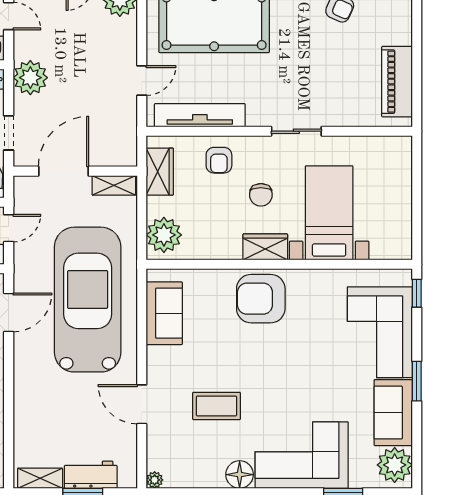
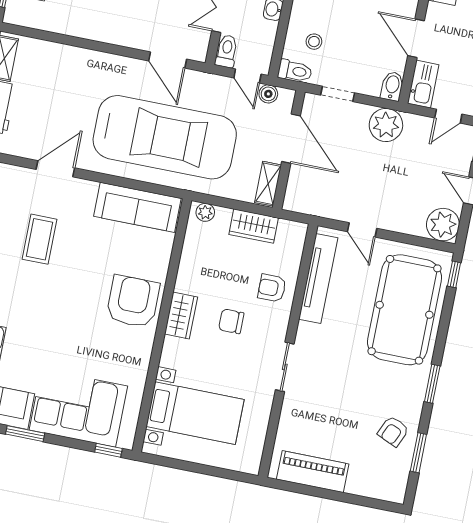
wardrobe: (160, 172) -> (254, 226), moved
boiler: (23, 203) -> (268, 94), added
bed with nightstands: (329, 213) -> (195, 413), moved
plant: (164, 235) -> (205, 212), width x0.53, depth x0.53
sofa: (164, 313) -> (137, 207), width x1.36

